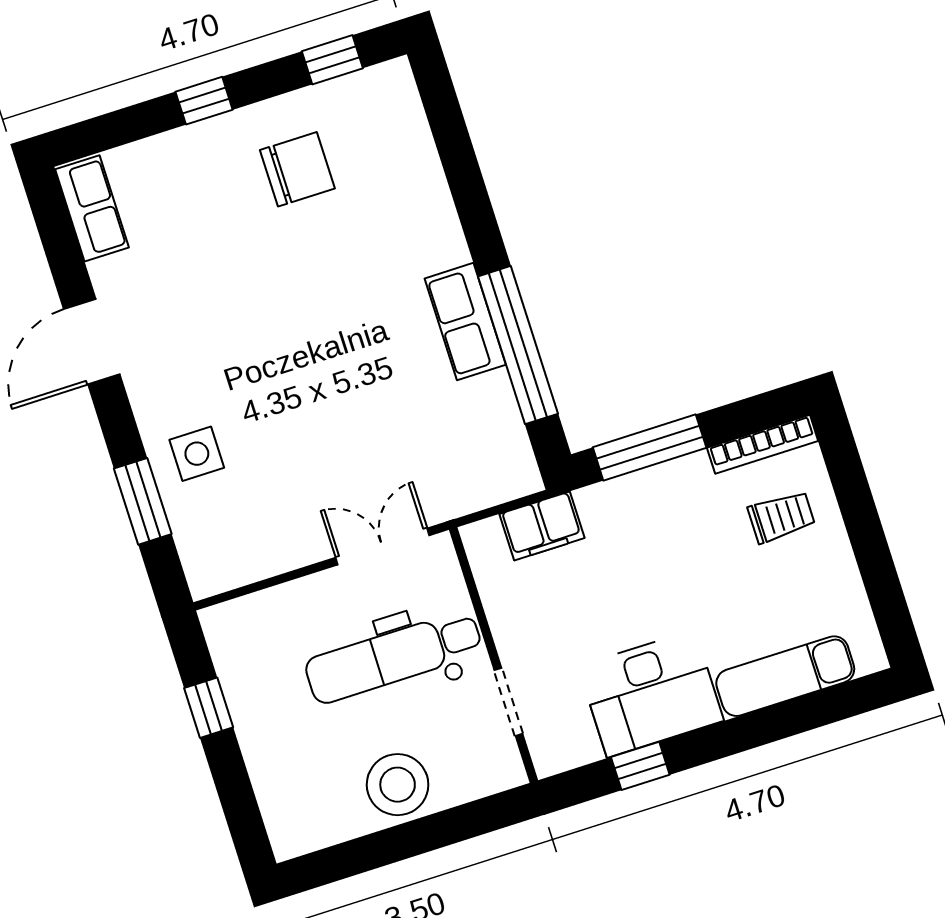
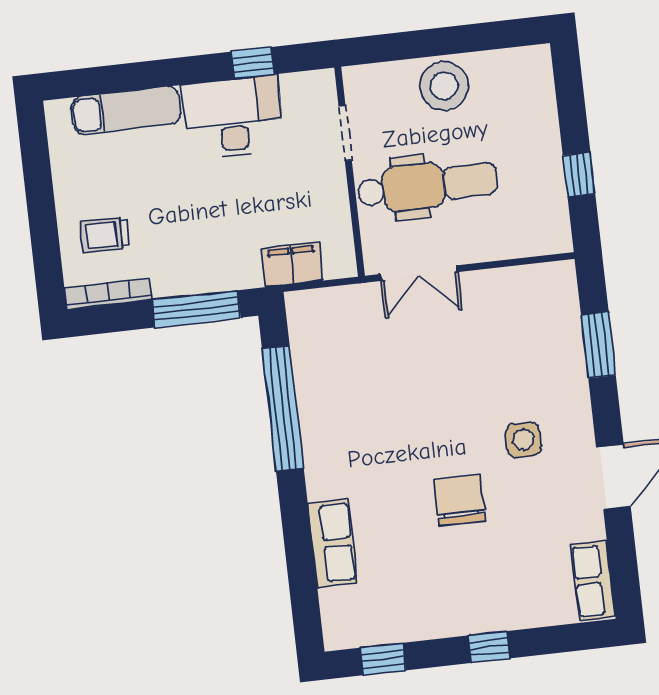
chair: (297, 169) -> (460, 500), moved, turned 90
row of seats: (465, 322) -> (332, 543), moved
side table: (197, 454) -> (523, 440), moved

